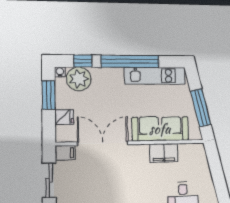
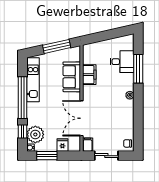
sofa: (160, 129) -> (72, 77), width x0.73

